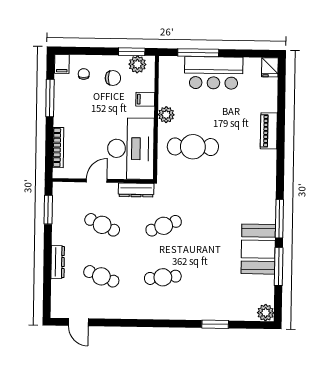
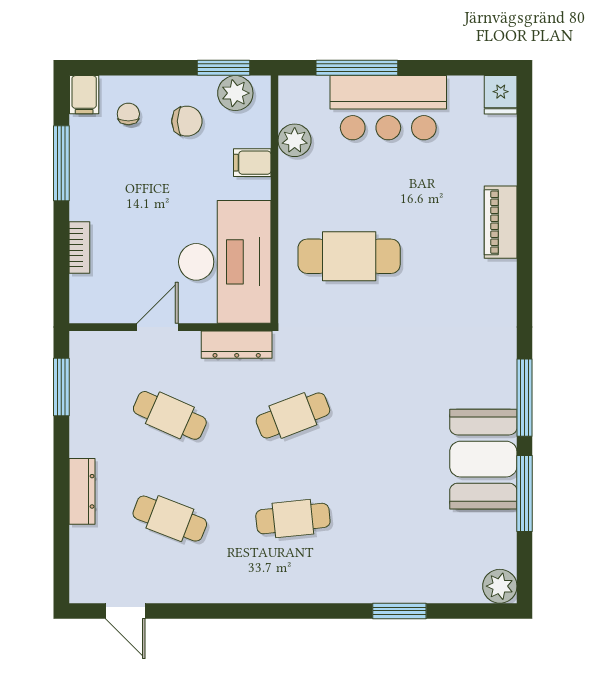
plant: (166, 115) -> (295, 140), moved
bookcase: (58, 148) -> (79, 248), width x0.64

